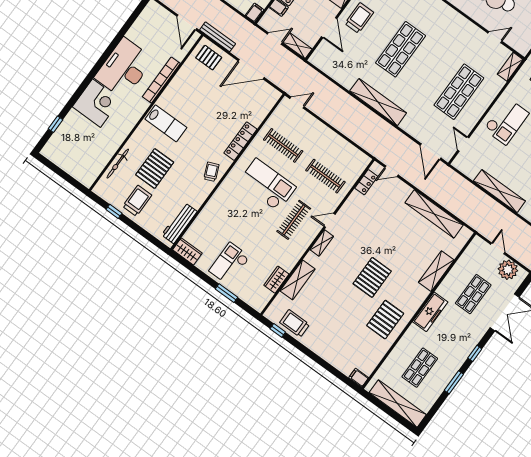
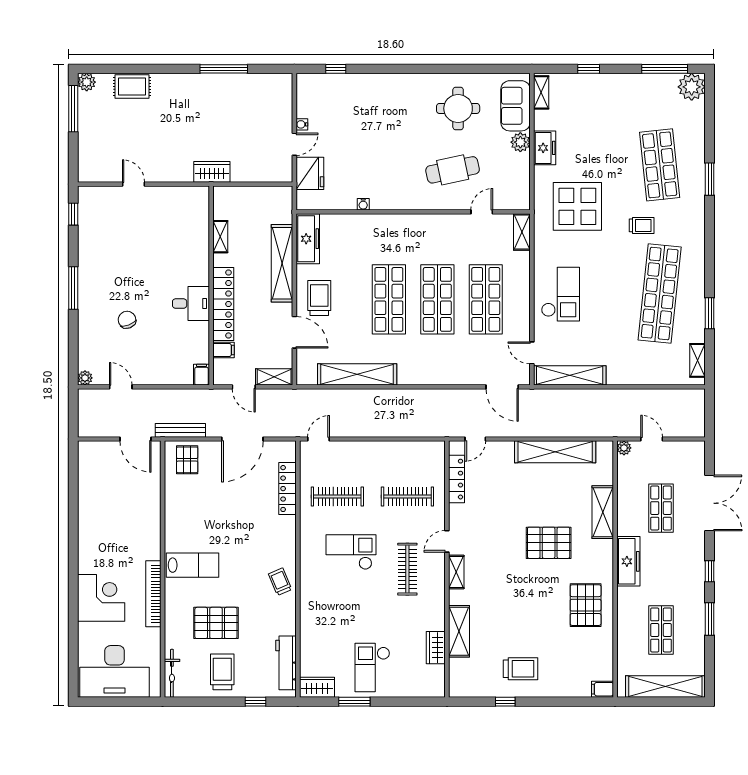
door: (275, 38) -> (244, 387), swing flipped
pallet: (209, 58) -> (187, 460), turned 90
desk: (124, 68) -> (115, 671), moved, turned -90
shop shelf: (430, 70) -> (437, 299), added
bookcase: (161, 80) -> (153, 594), moved
shelving: (378, 102) -> (357, 374), moved
window: (56, 124) -> (73, 653), removed
locker: (240, 141) -> (287, 489), moved
bicycle: (118, 164) -> (172, 673), moved
pallet: (155, 169) -> (216, 623), turned 90
locker: (366, 182) -> (457, 479), width x1.53
checkout: (267, 185) -> (351, 552), width x0.73, depth x0.83
shelving: (499, 191) -> (570, 375), moved
window: (114, 211) -> (255, 702), moved
plant: (508, 270) -> (624, 448), moved, width x0.53, depth x0.53
pallet: (372, 277) -> (549, 543), moved, turned 90
window: (227, 293) -> (354, 702), moved
trolley: (295, 323) -> (521, 669), moved, turned 180
window: (278, 330) -> (505, 702), moved

